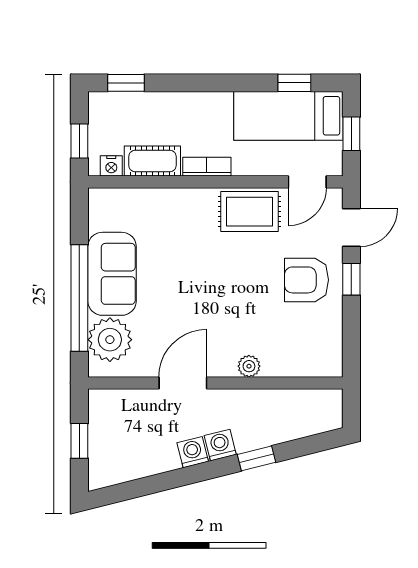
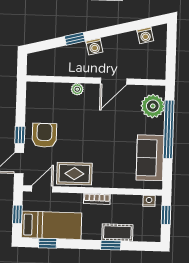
window: (126, 83) -> (111, 245), moved
cot: (152, 161) -> (117, 232), moved
sofa: (112, 274) -> (150, 158), moved
armchair: (306, 280) -> (44, 135), turned -90
window: (79, 441) -> (171, 51), removed
washing machine: (193, 452) -> (145, 35), moved

